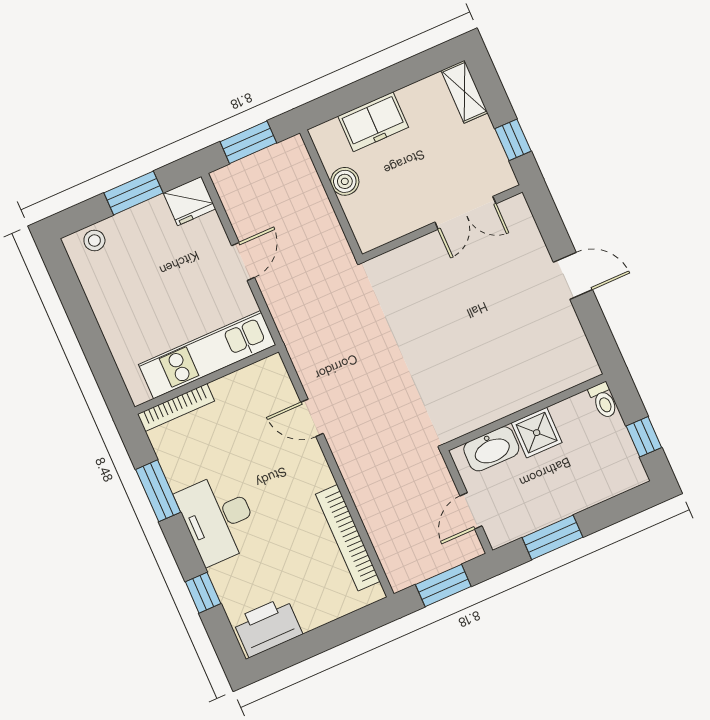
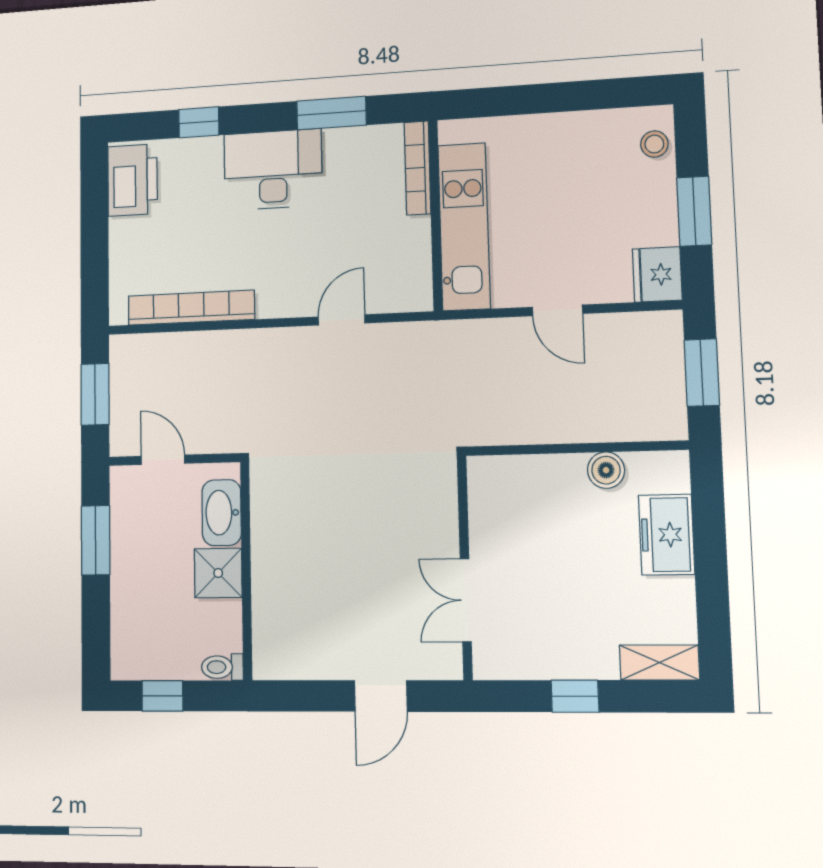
double door: (465, 213) -> (466, 600), moved
wall: (442, 223) -> (465, 567), moved

